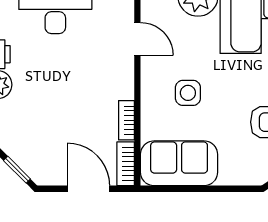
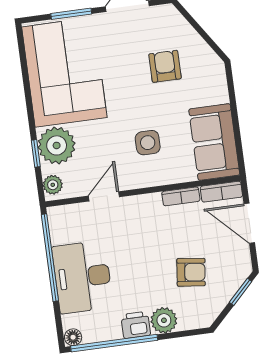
armchair: (45, 120) -> (191, 272), added
door: (88, 189) -> (249, 223), hinge flipped

